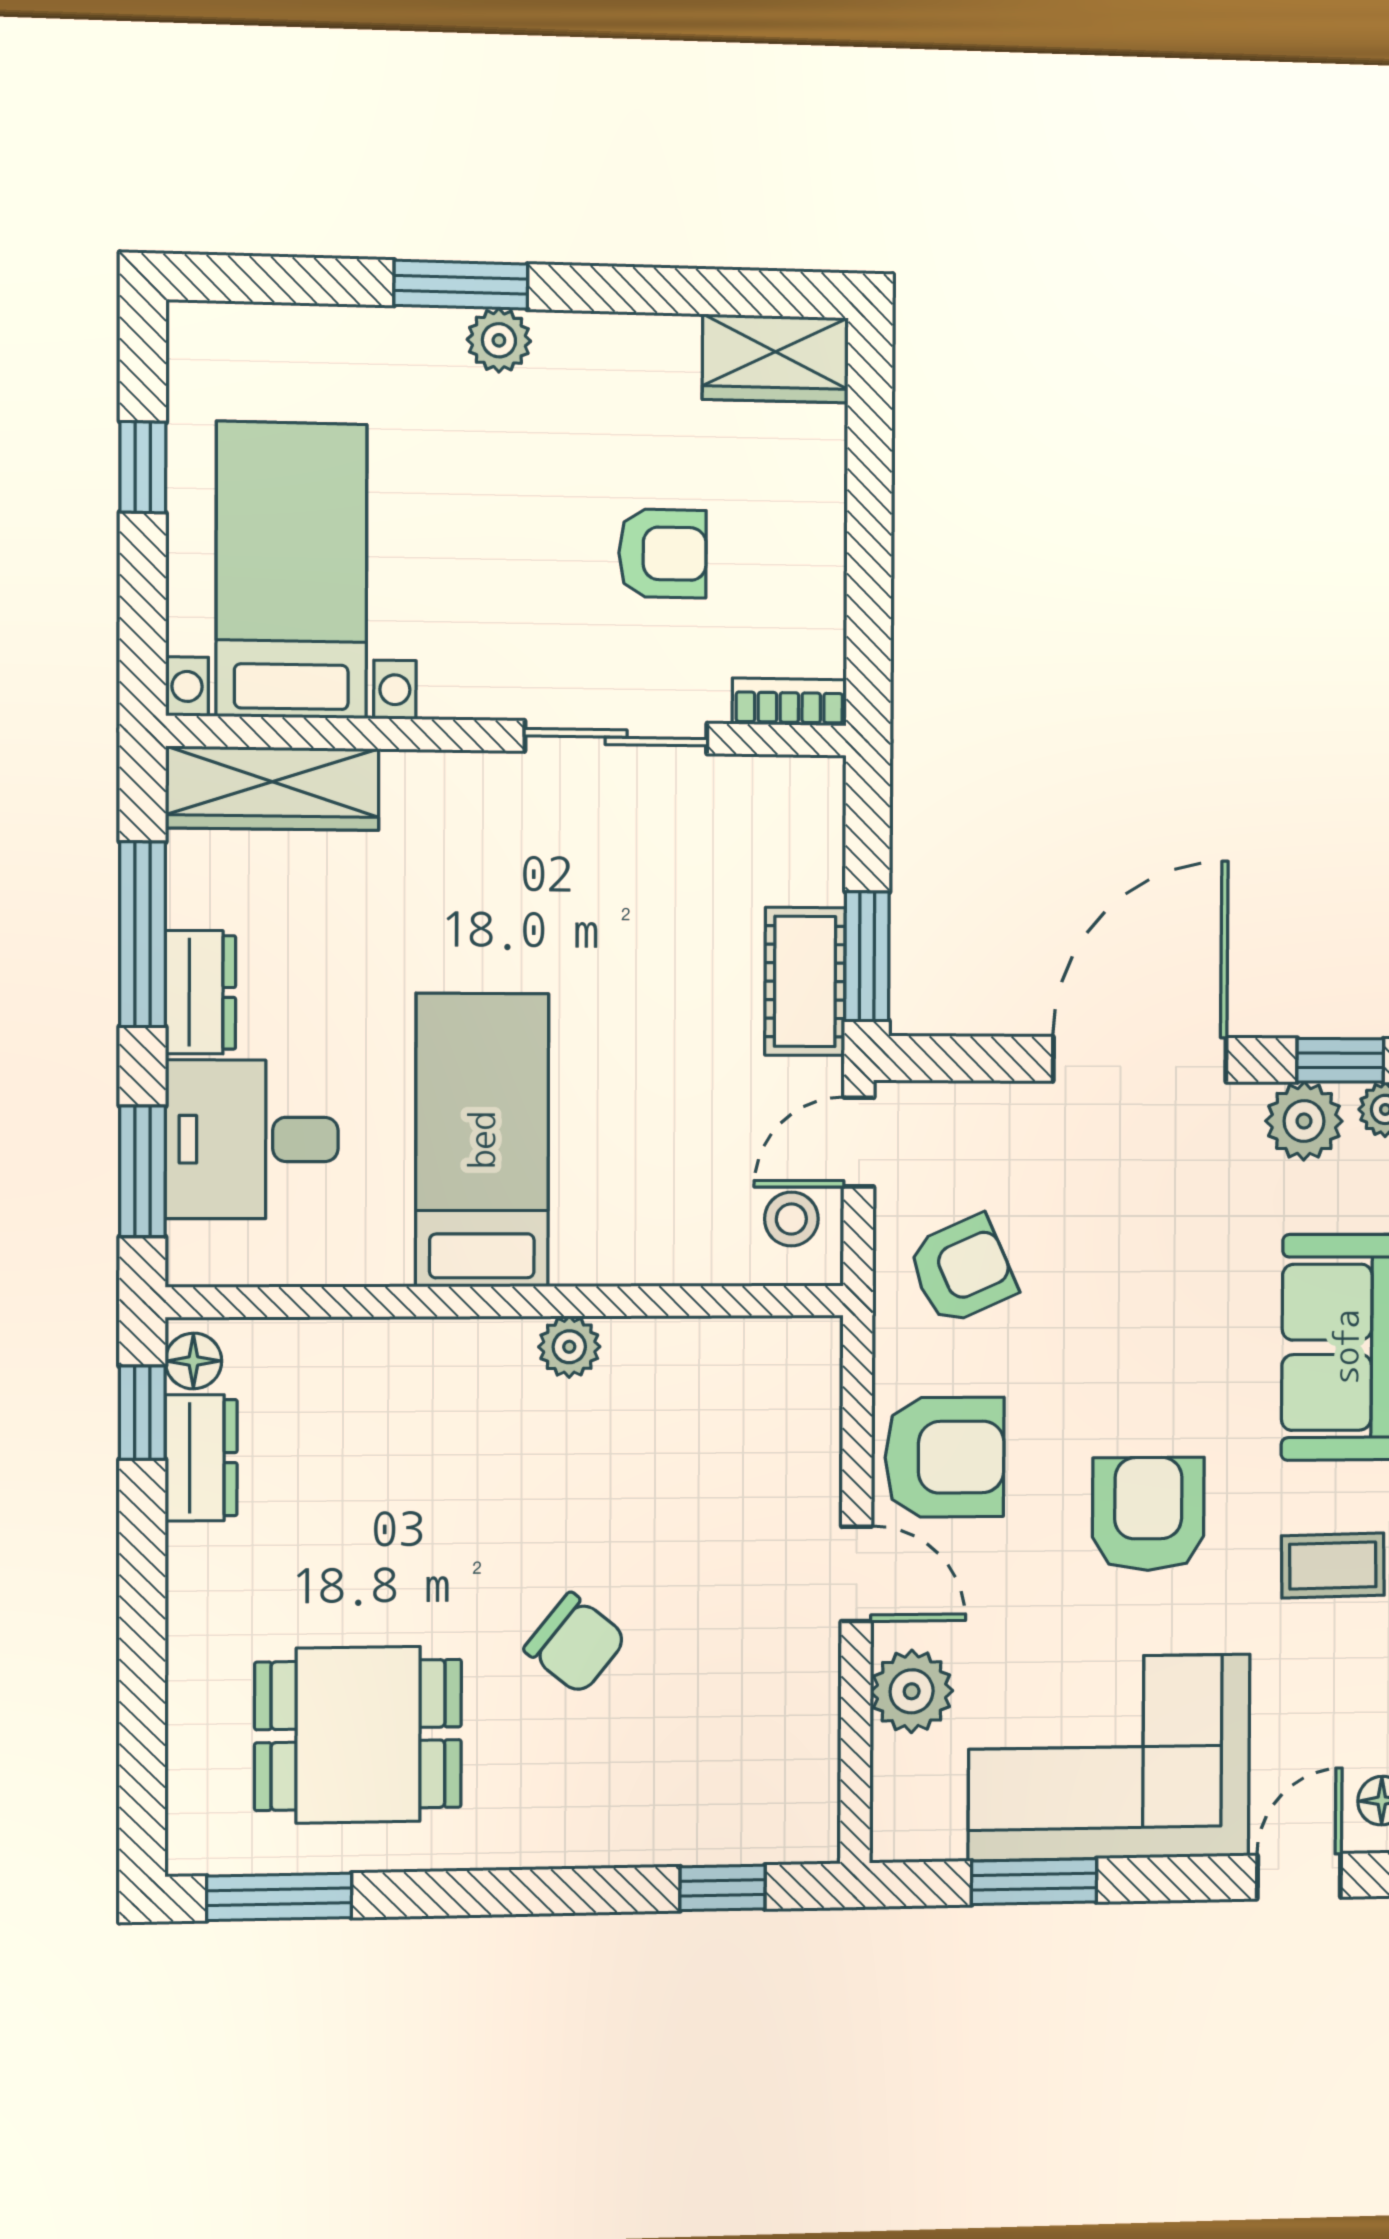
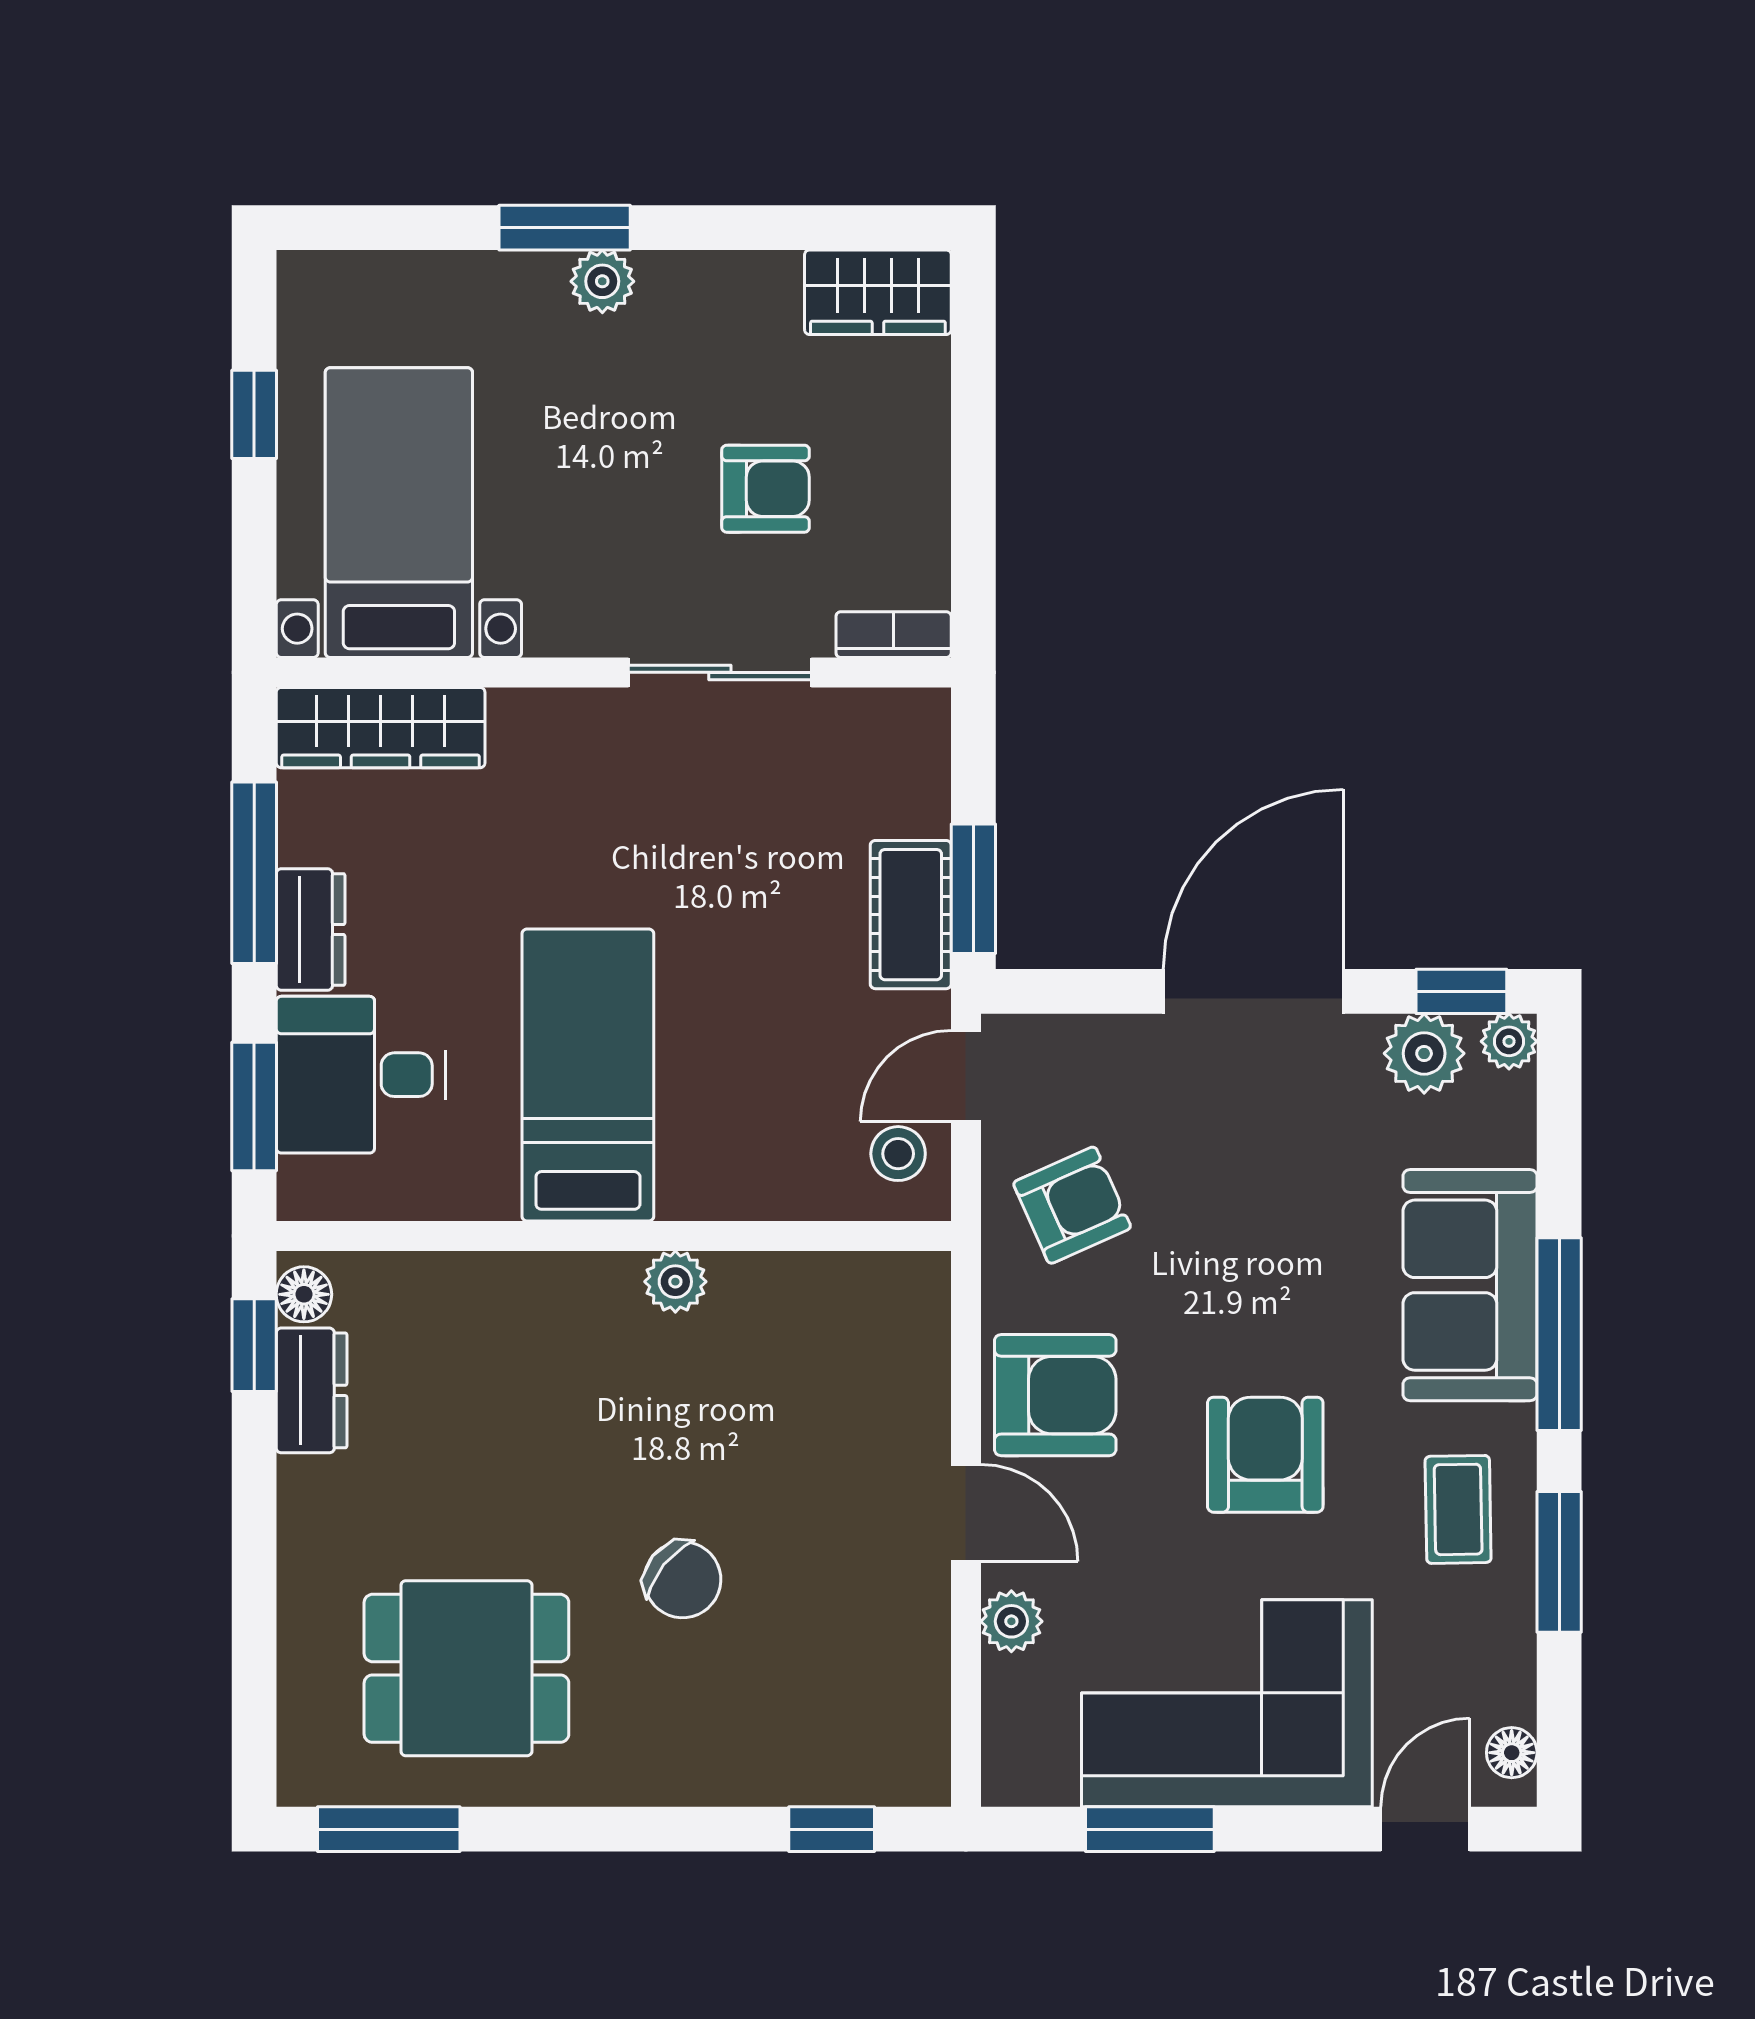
coffee table: (1333, 1566) -> (1458, 1509), turned 90
plant: (912, 1691) -> (1011, 1621), width x0.73, depth x0.73

